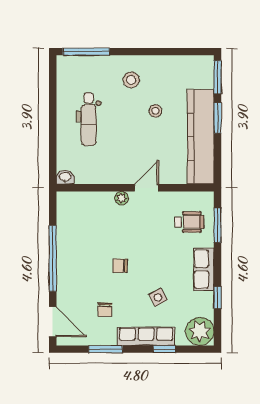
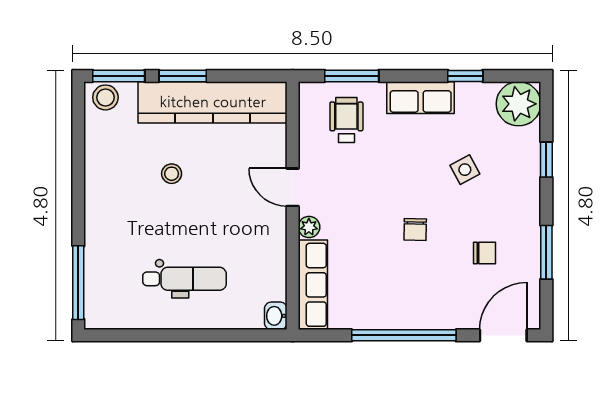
stool: (131, 80) -> (105, 97), moved
row of seats: (146, 336) -> (313, 285), moved, turned 180

